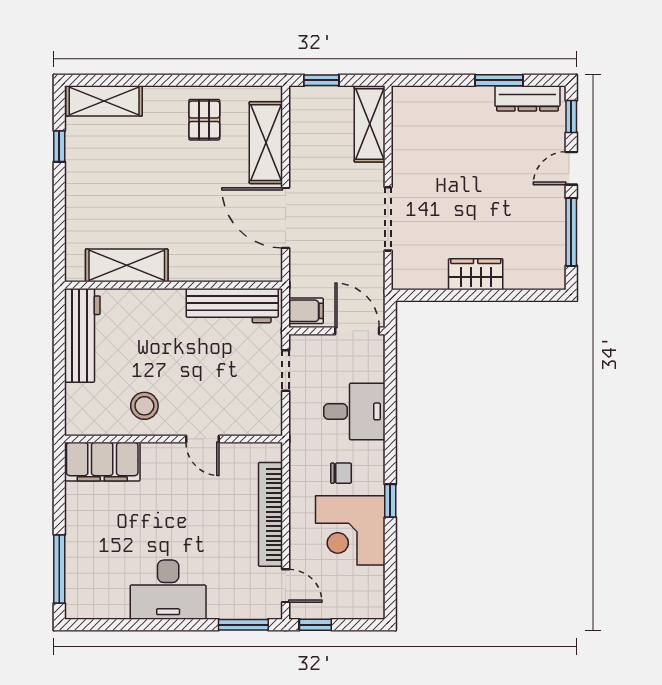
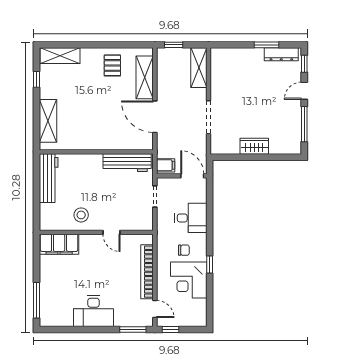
shelving: (127, 265) -> (48, 121), moved, turned 90

